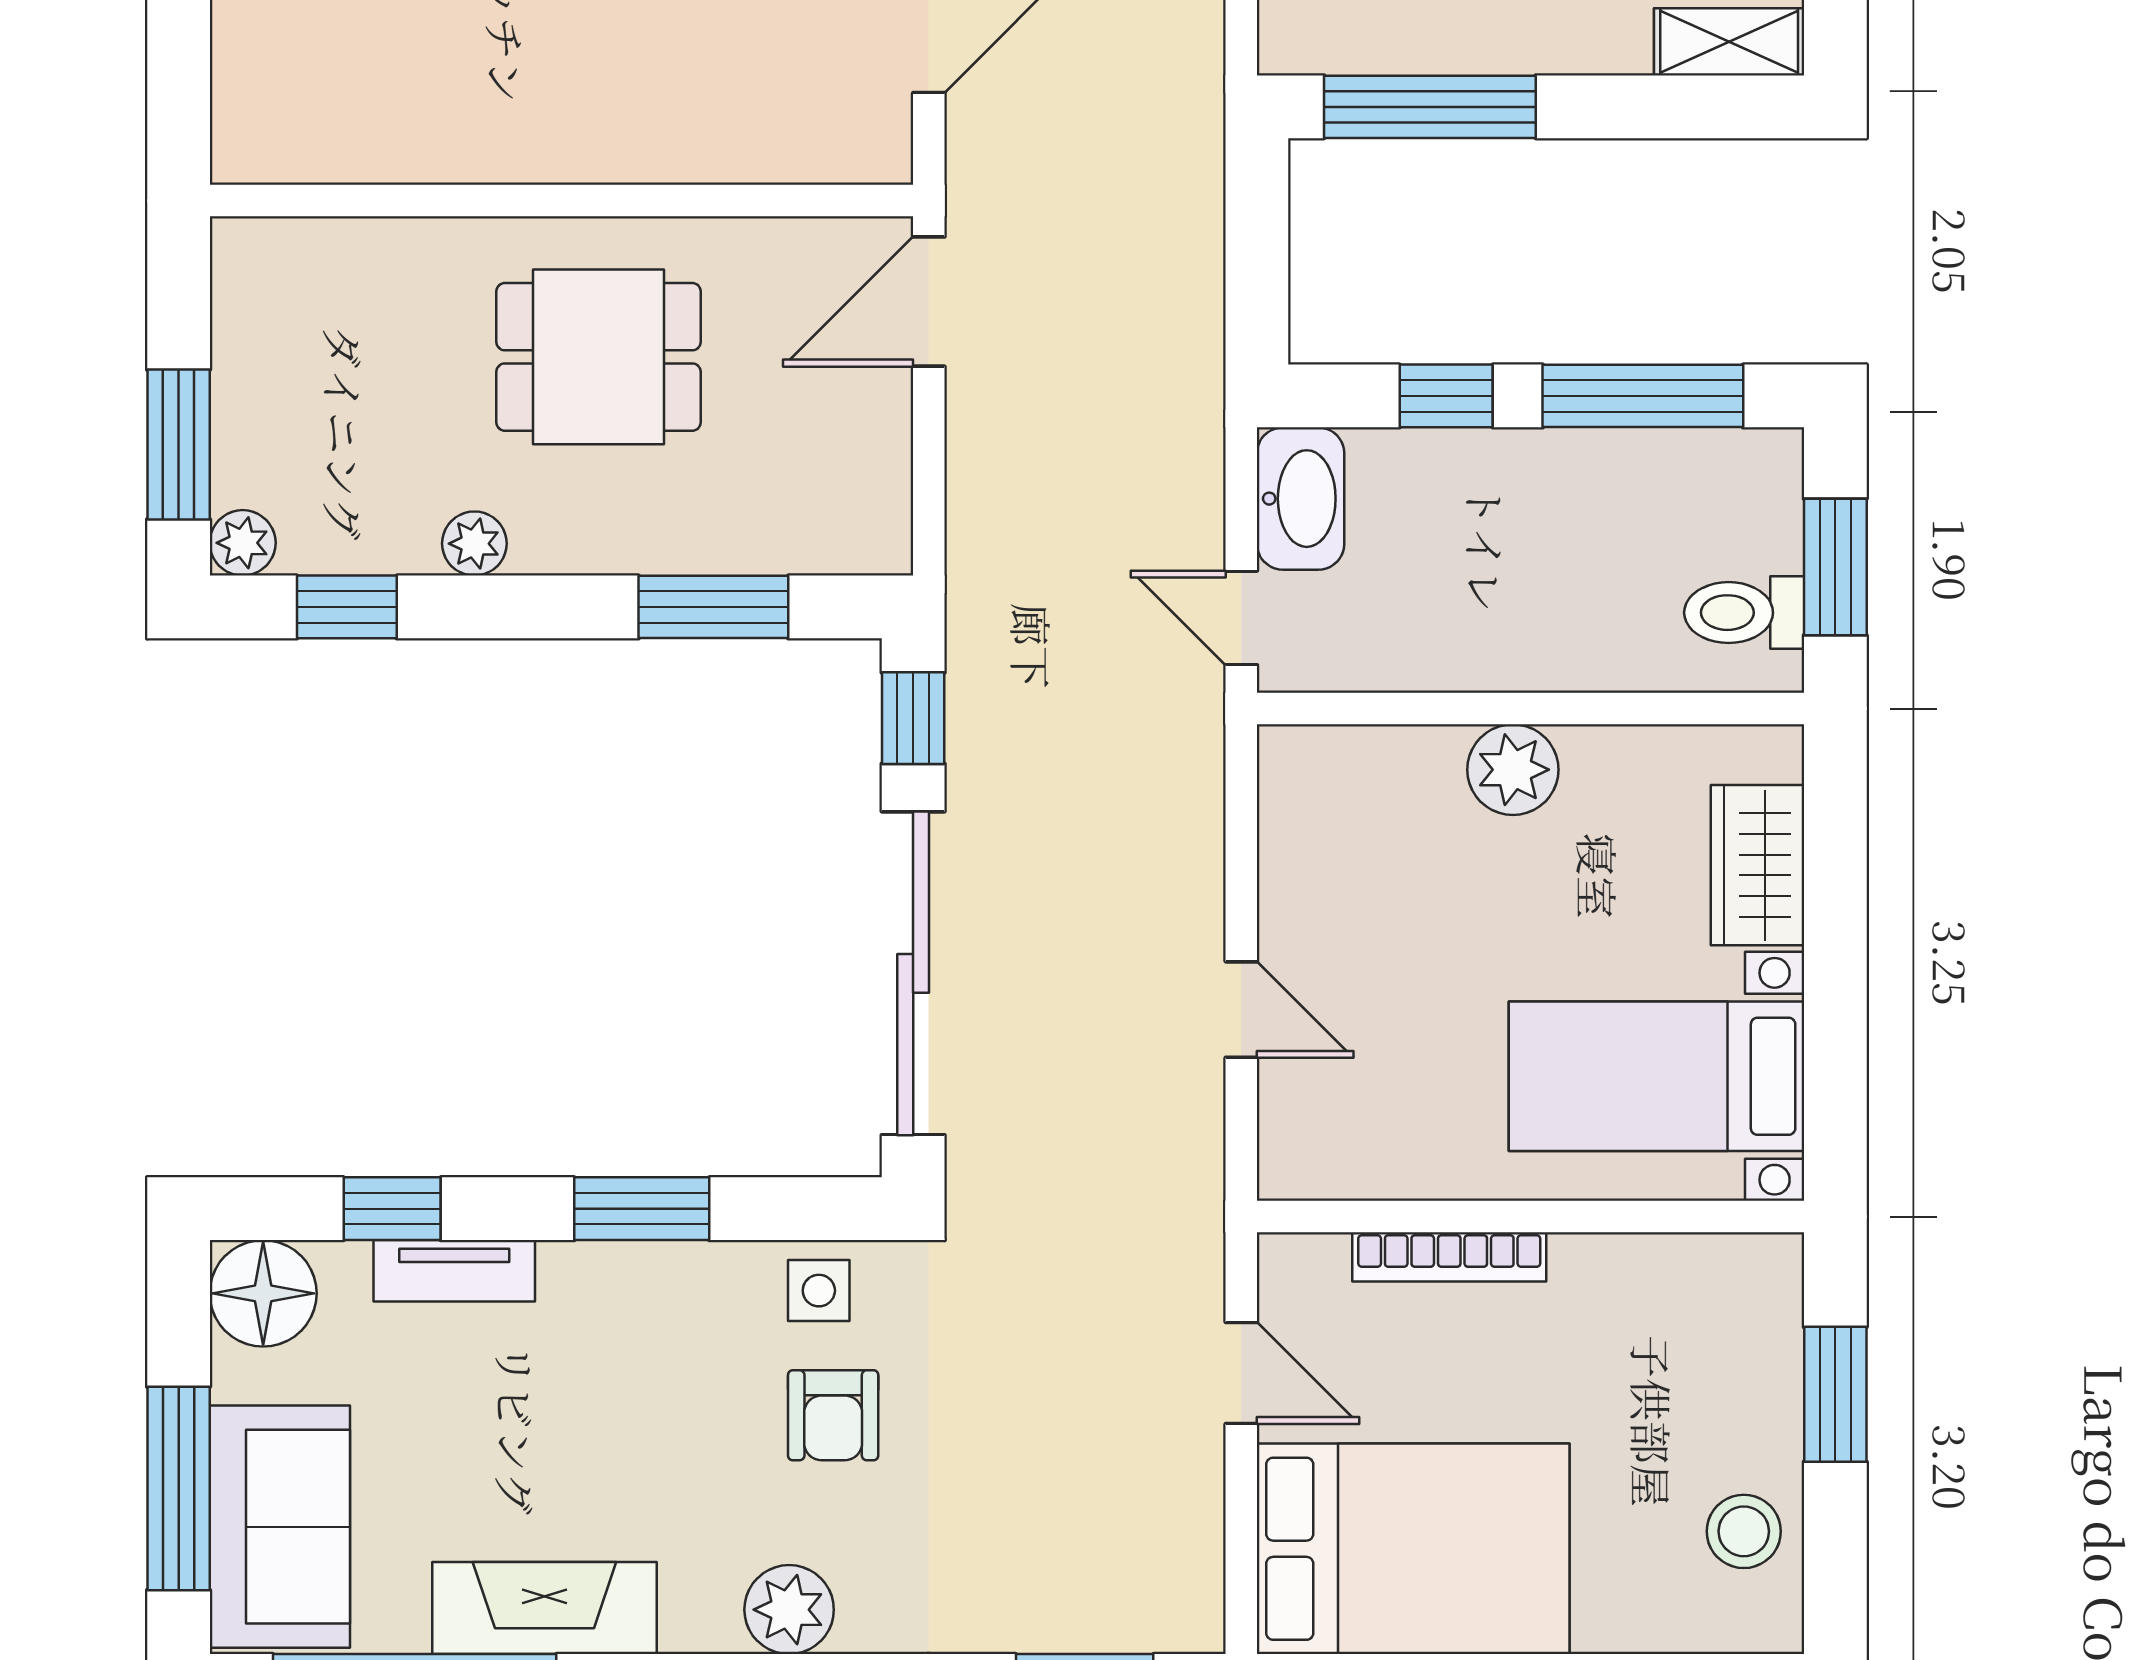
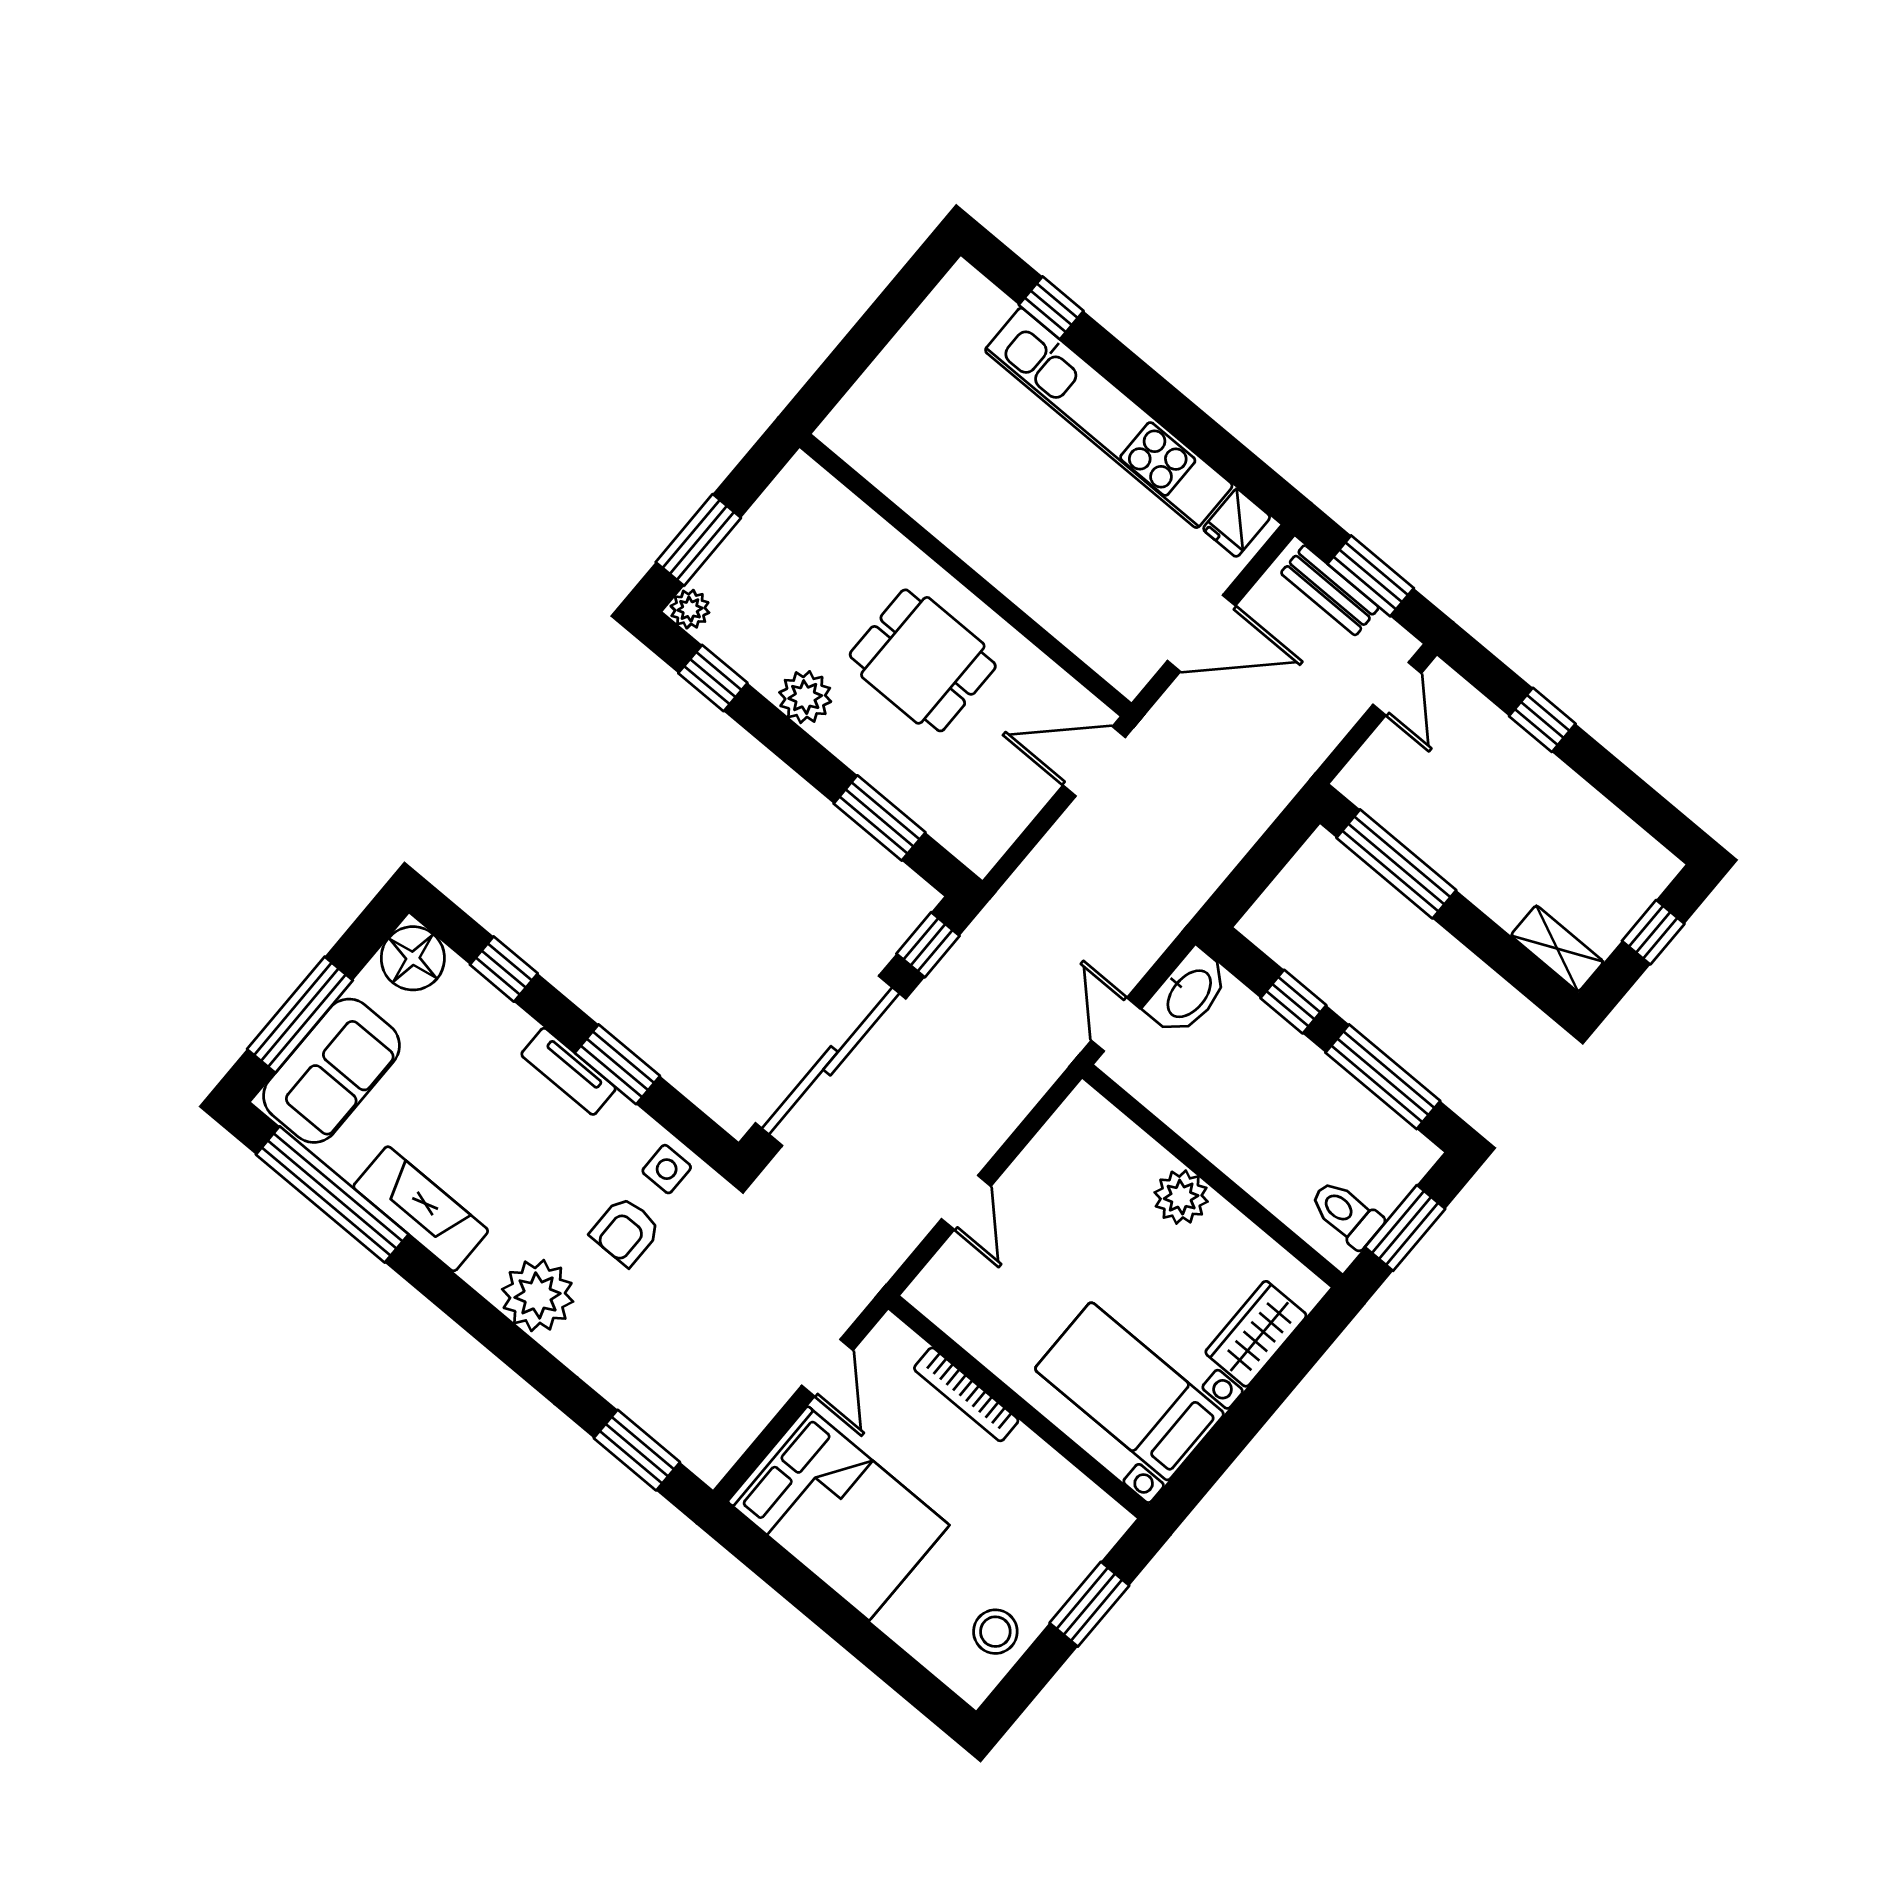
plant: (474, 544) -> (805, 697), width x1.38, depth x1.38
tv unit: (454, 1271) -> (568, 1071), moved
plant: (789, 1610) -> (538, 1295), width x1.36, depth x1.36

